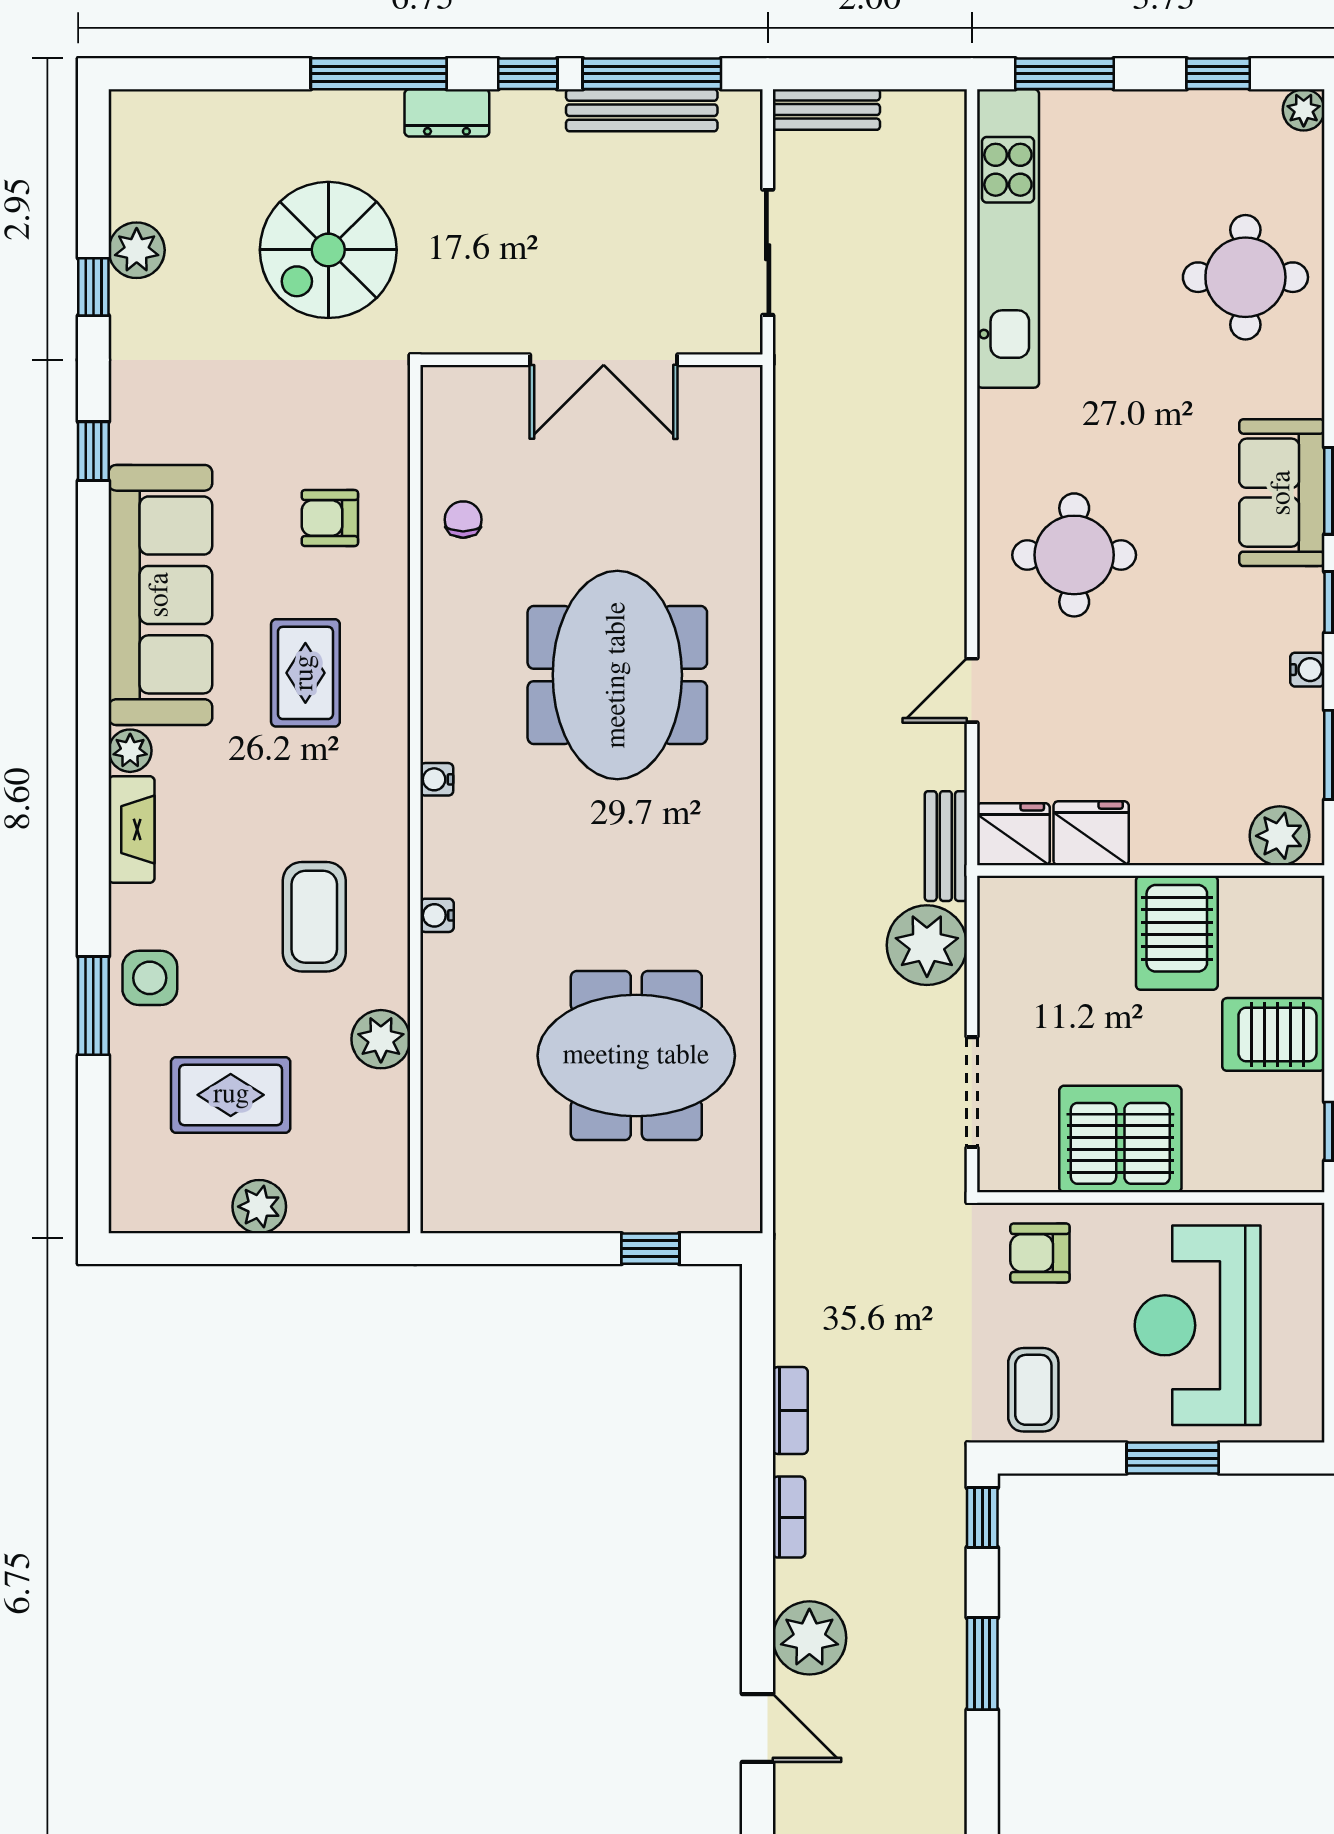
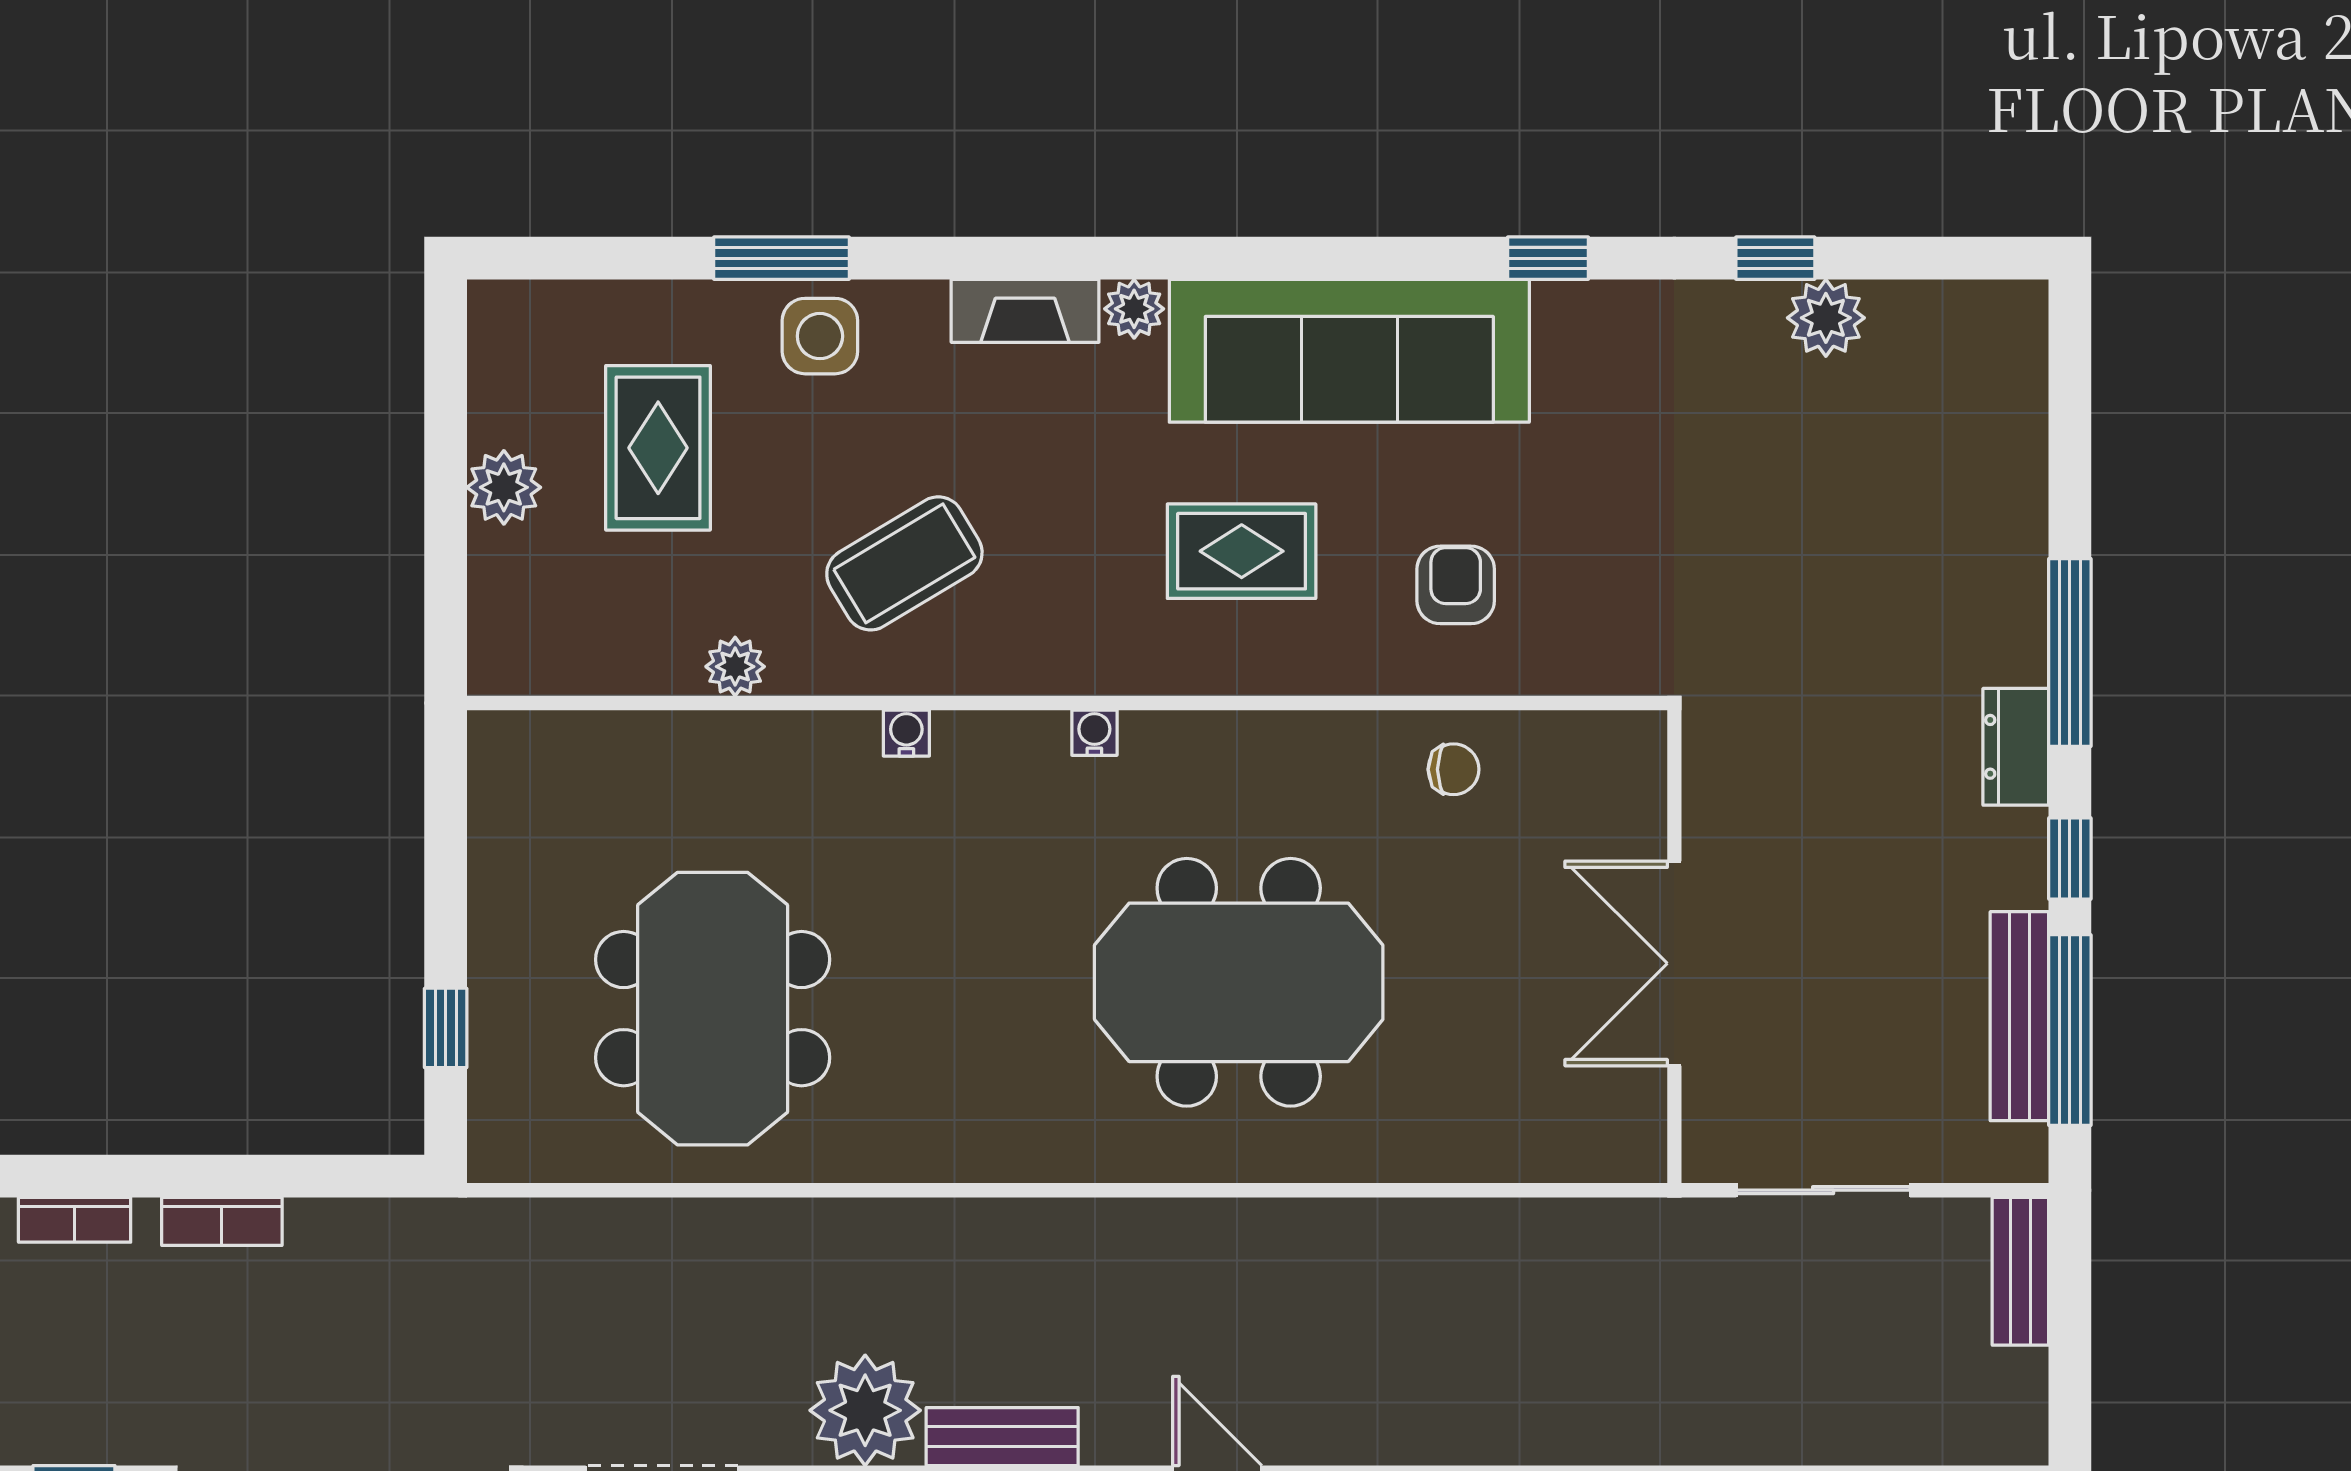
spiral stairs: (328, 250) -> (1826, 583), removed
coffee table: (314, 917) -> (904, 563), turned -31
plant: (381, 1039) -> (735, 667), width x0.73, depth x0.73

